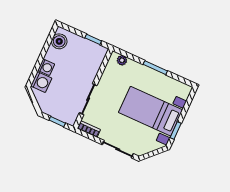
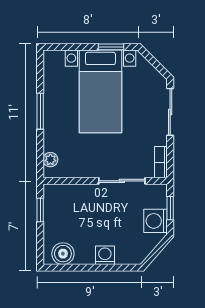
washing machine: (41, 82) -> (156, 221), moved, turned -90

